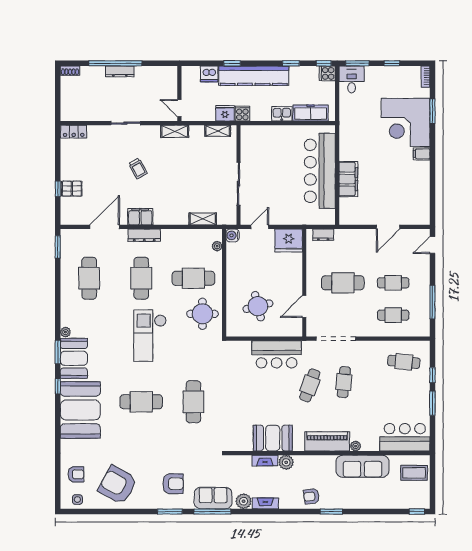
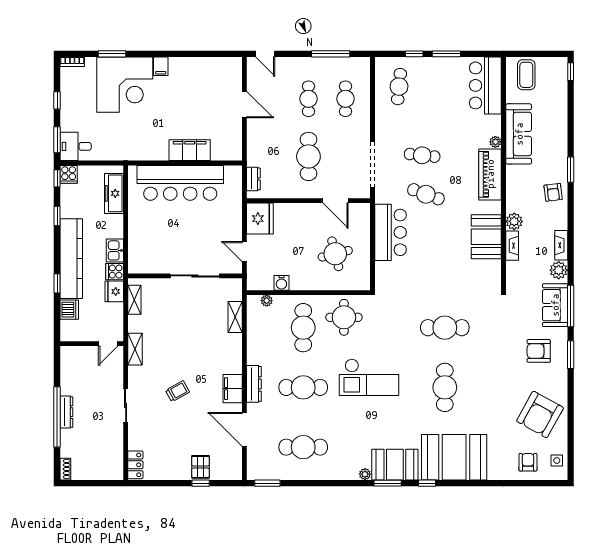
kitchen sink: (282, 114) -> (115, 250), moved
water cooler: (233, 235) -> (281, 283), moved
armchair: (173, 484) -> (539, 351), turned -90

